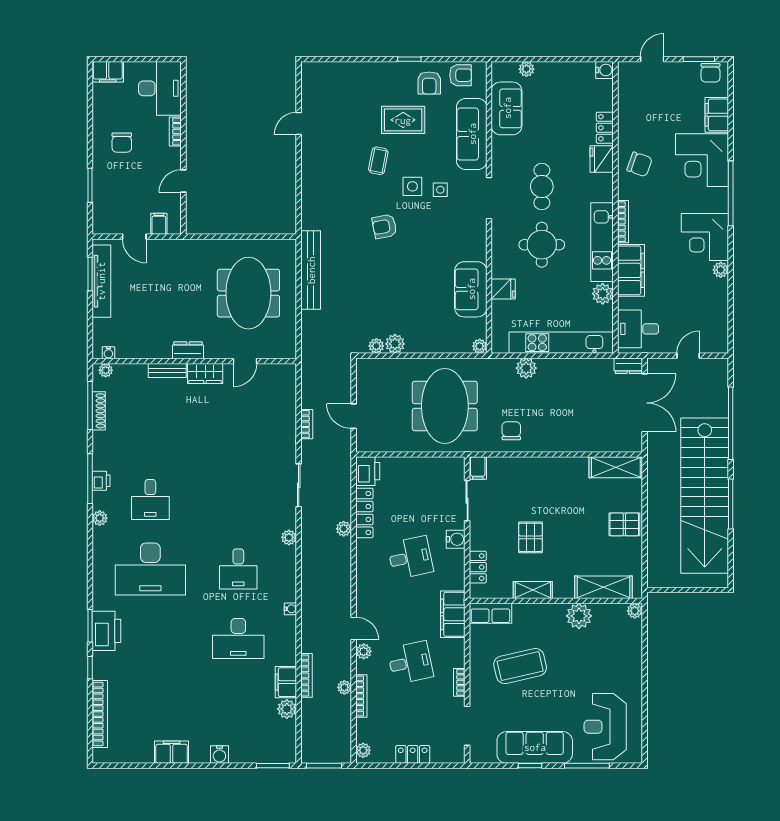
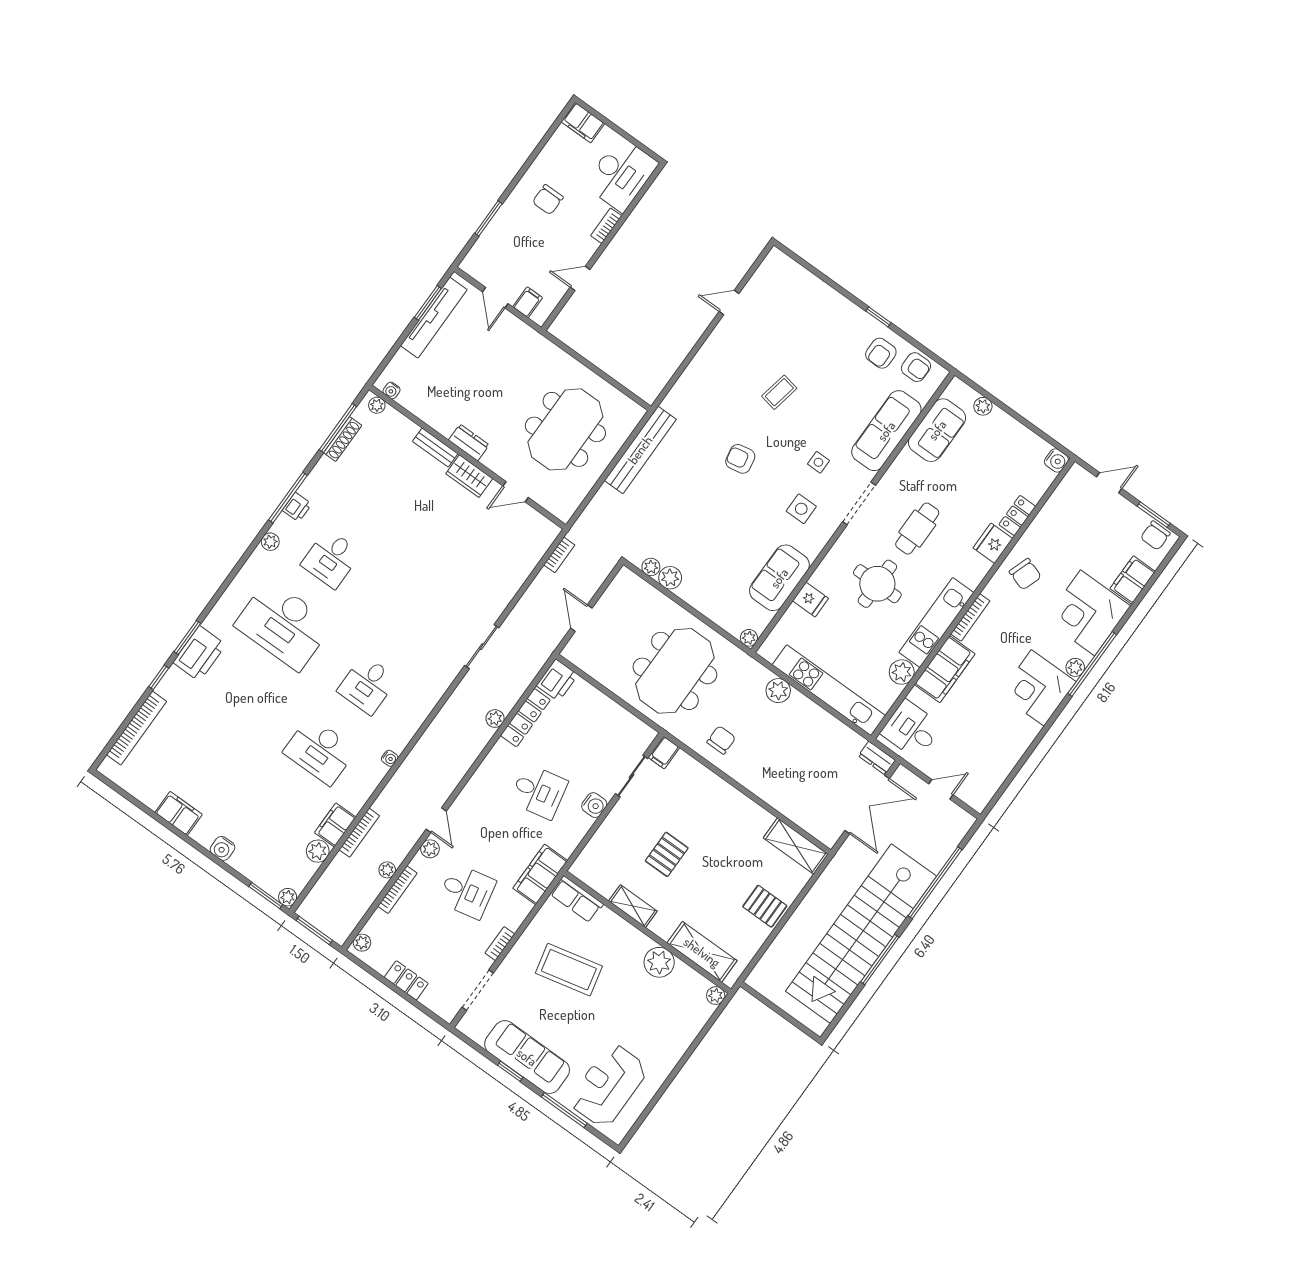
rug: (403, 120) -> (831, 370), removed
side table: (412, 186) -> (801, 509), moved
plant: (721, 270) -> (1075, 667), moved
bookcase: (307, 424) -> (559, 555), moved
plant: (289, 537) -> (288, 897), moved
locker: (478, 567) -> (596, 847), removed

